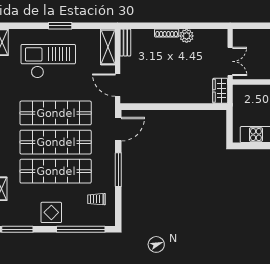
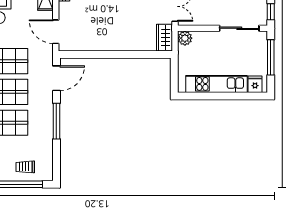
plant: (239, 91) -> (185, 38), added
trolley: (97, 199) -> (25, 167), moved

